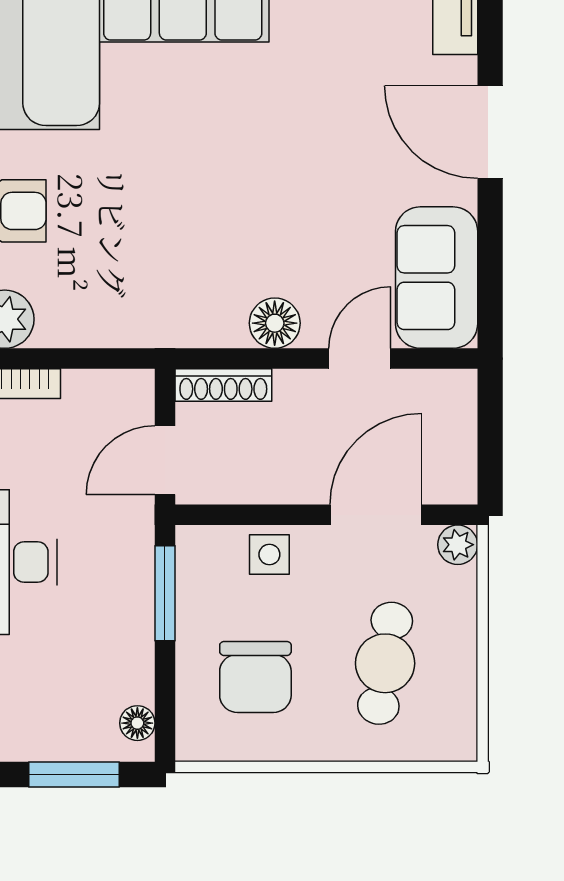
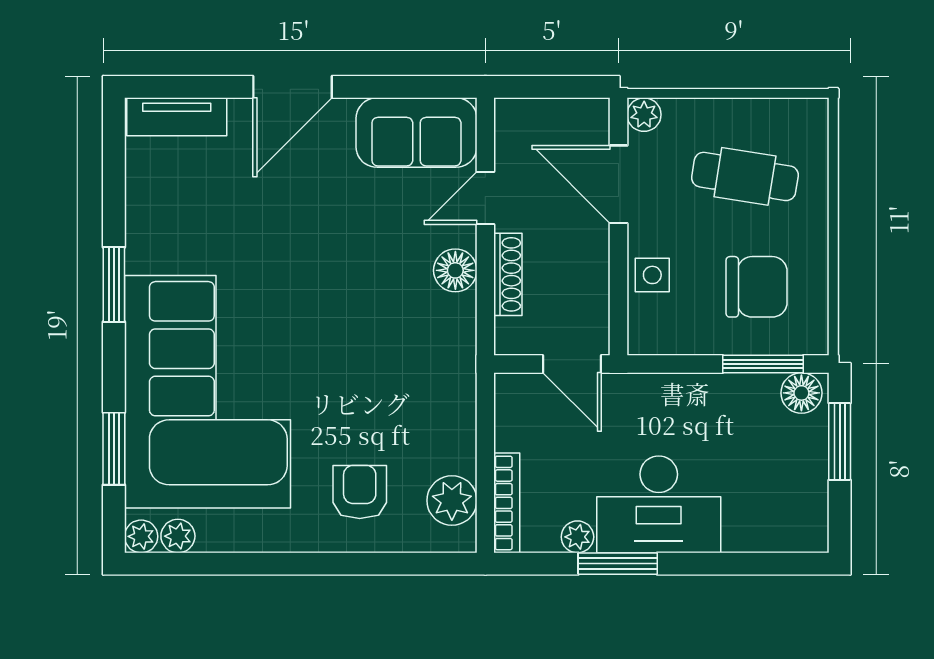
door: (360, 359) -> (485, 198), hinge flipped
shoe rack: (223, 385) -> (508, 274), moved
window: (165, 593) -> (763, 364), moved
floor lamp: (137, 723) -> (801, 393), width x1.37, depth x1.37

